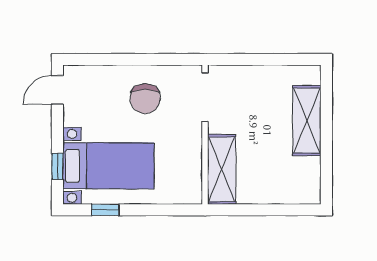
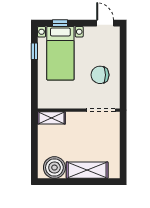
shelving: (222, 169) -> (51, 118), width x0.67, depth x0.75
boiler: (302, 176) -> (54, 168), added

